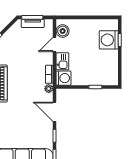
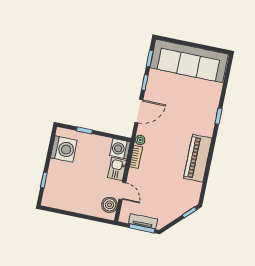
washing machine: (109, 40) -> (64, 149), moved
door: (55, 45) -> (122, 191), hinge flipped
door: (55, 112) -> (139, 111), hinge flipped

